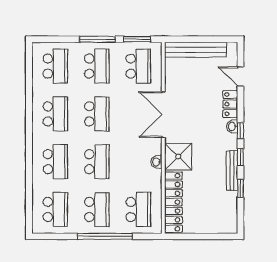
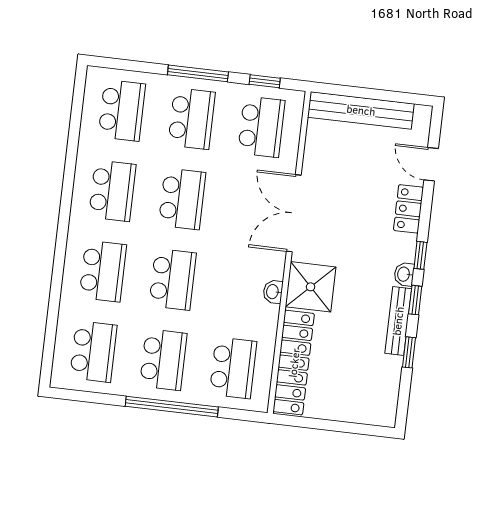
window: (137, 39) -> (265, 81), width x0.67
washbasin: (232, 126) -> (404, 274), moved

